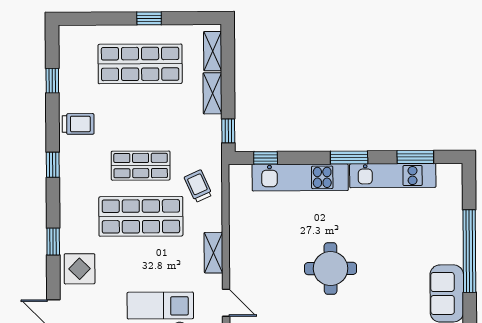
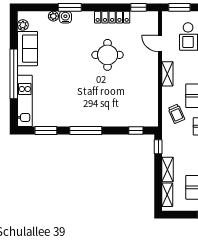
window: (349, 157) -> (86, 131), width x1.44
kitchen unit: (393, 176) -> (25, 101), moved, turned 90
kitchen unit: (300, 177) -> (115, 119), removed
round table: (331, 269) -> (108, 55), moved

